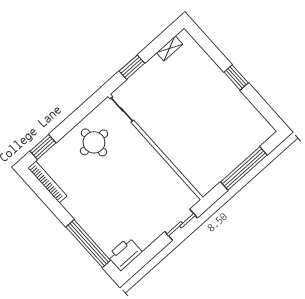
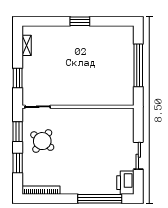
window: (82, 112) -> (18, 132), added
round table: (94, 142) -> (42, 141), turned 37
window: (43, 147) -> (18, 163), moved
sliding door: (181, 225) -> (138, 156), moved

